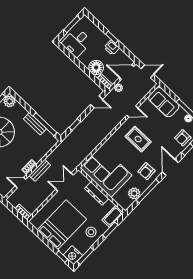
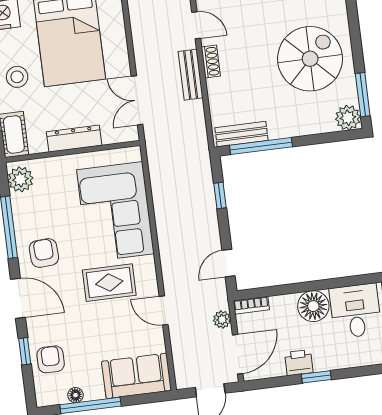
floor lamp: (96, 67) -> (313, 306), moved
door: (132, 111) -> (164, 310), hinge flipped
bench: (35, 124) -> (242, 134), moved
corner sofa: (106, 172) -> (115, 212), moved, turned 90
double door: (65, 182) -> (137, 100), swing flipped
door: (20, 183) -> (196, 25), hinge flipped
plant: (134, 193) -> (20, 179), moved

